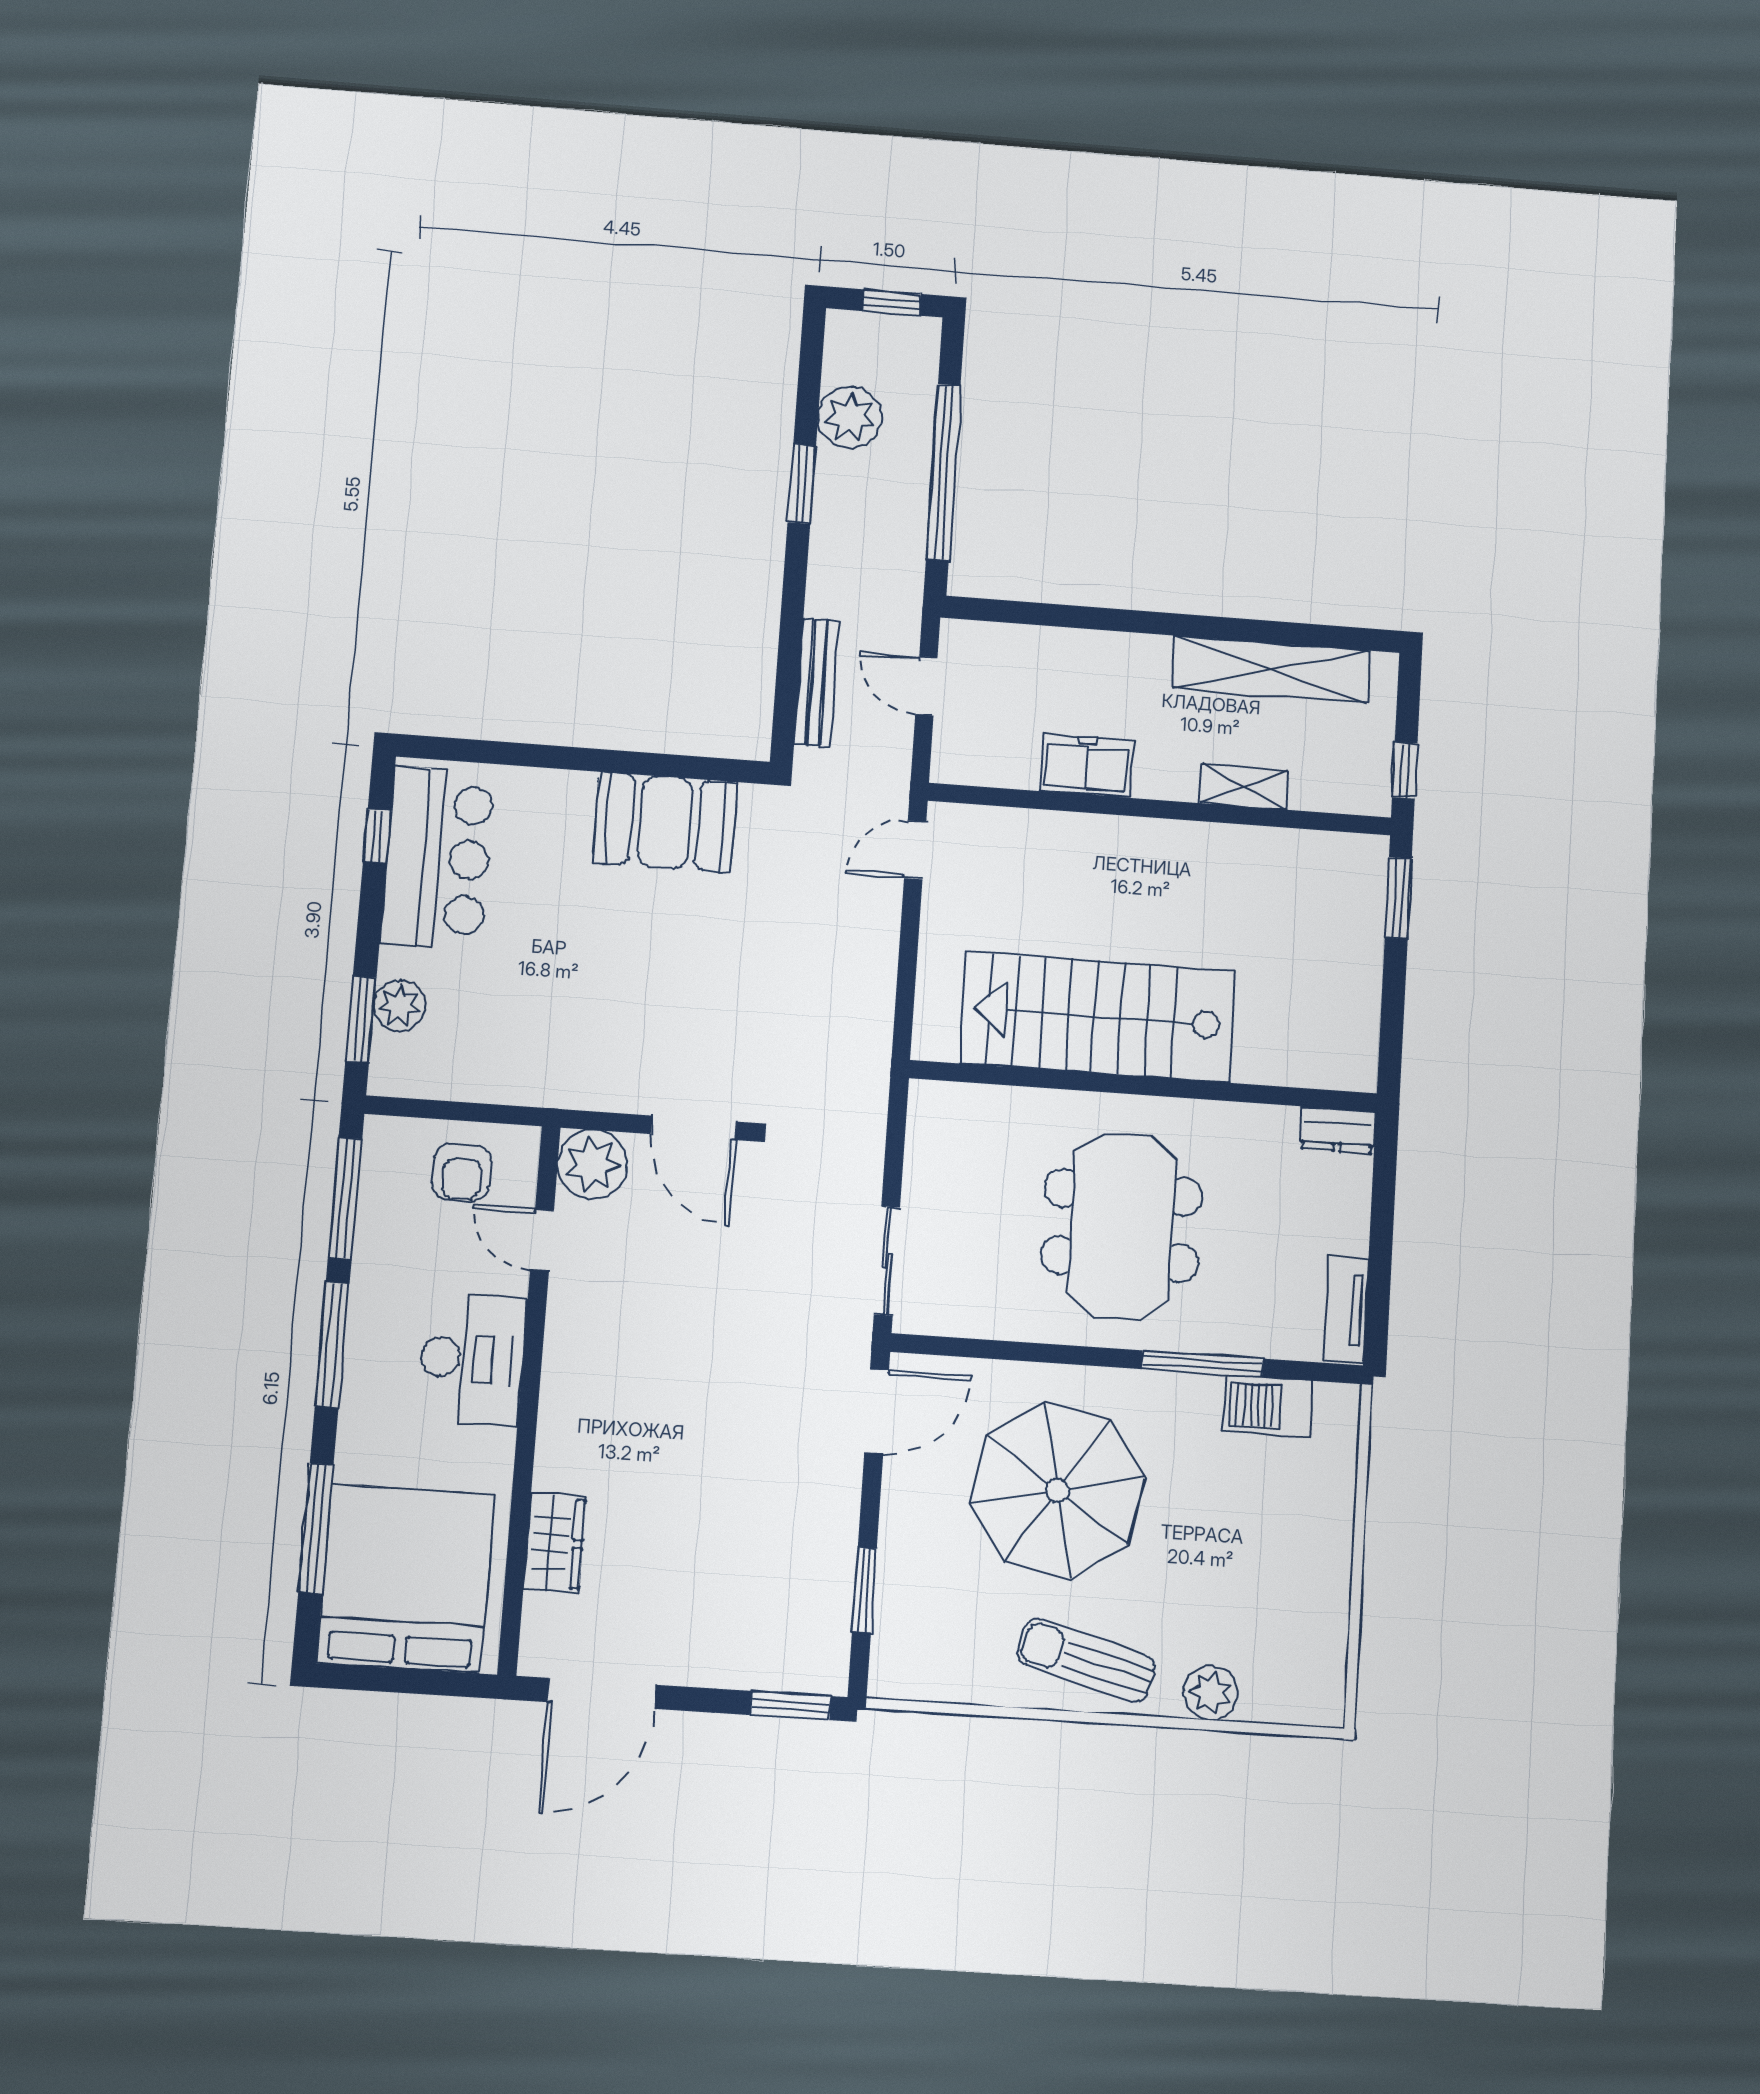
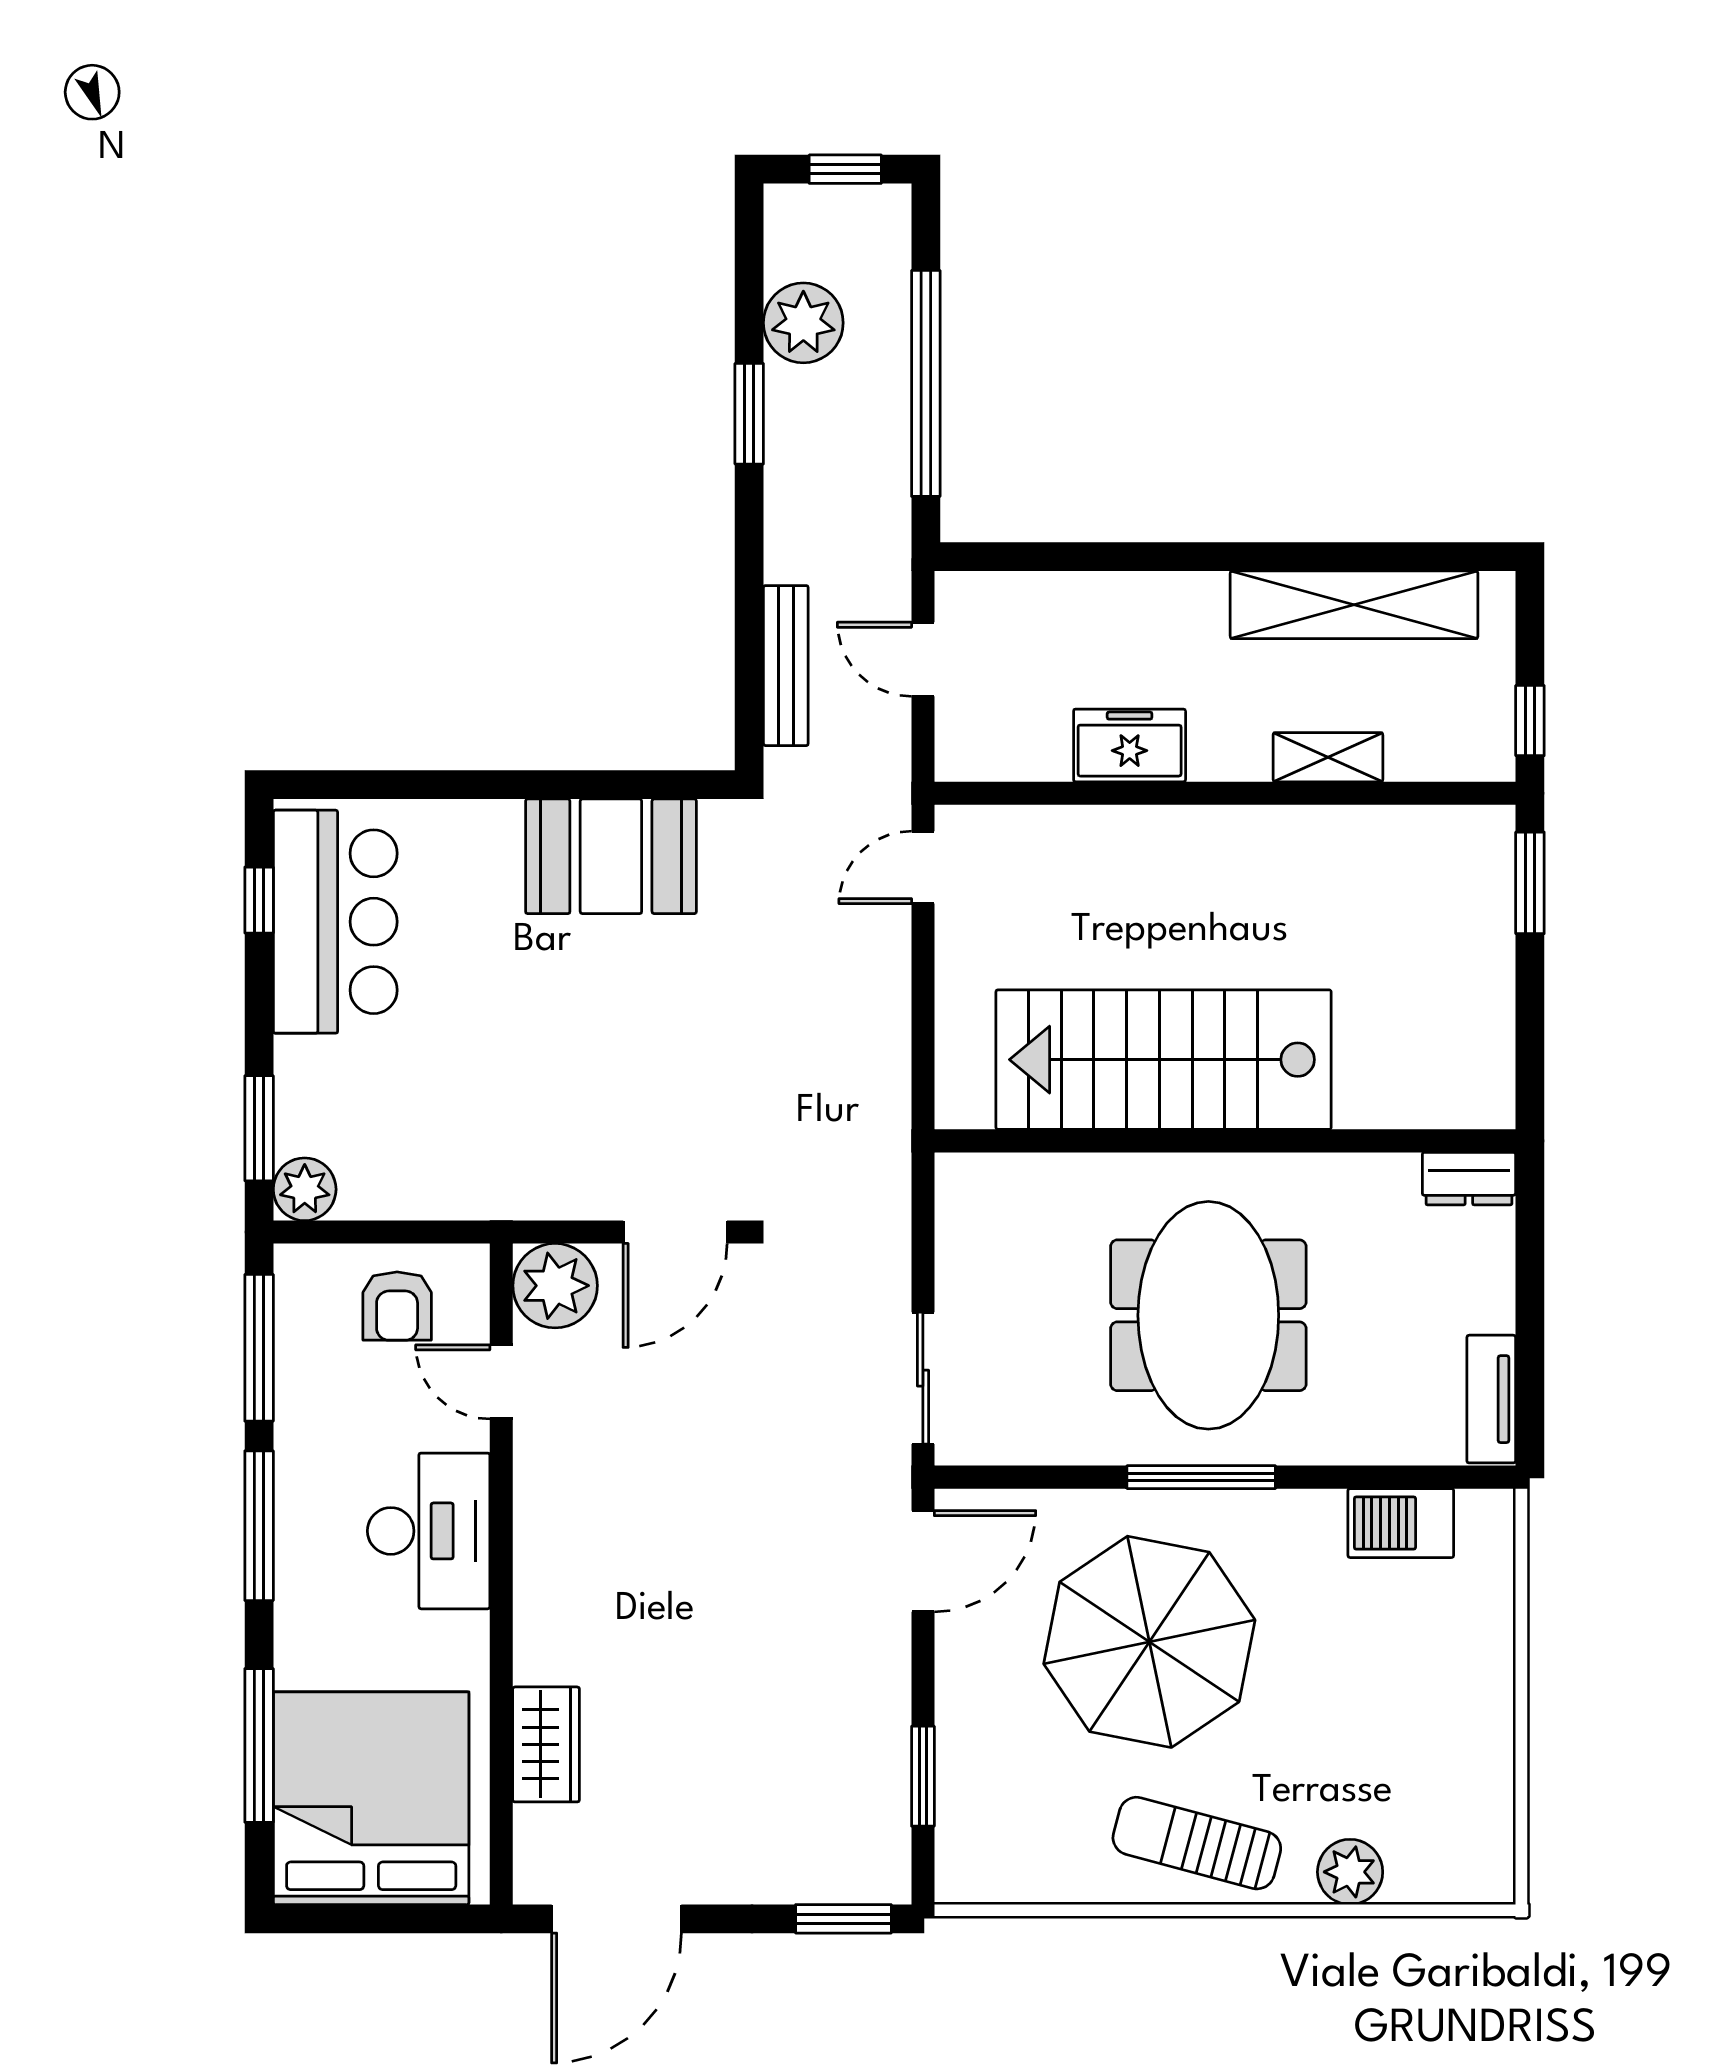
plant: (400, 1006) -> (305, 1189), moved
door: (694, 1128) -> (675, 1232), hinge flipped
window: (1202, 1364) -> (1201, 1477), moved

